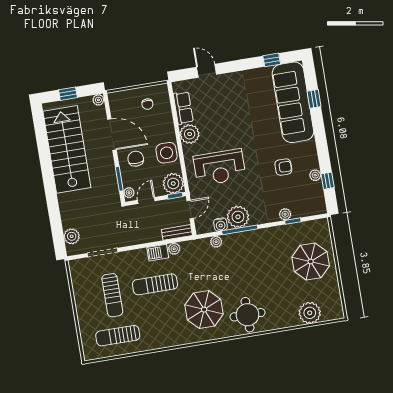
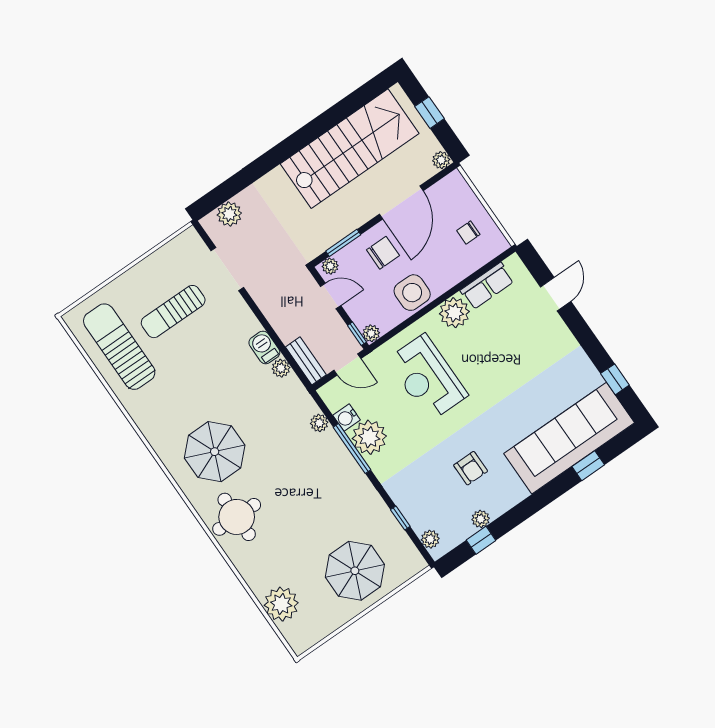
plant: (173, 183) -> (371, 333), width x0.53, depth x0.53
plant: (285, 214) -> (430, 539), moved
sun lounger: (155, 284) -> (217, 365), removed
sun lounger: (118, 336) -> (119, 347), width x1.36, depth x1.34

